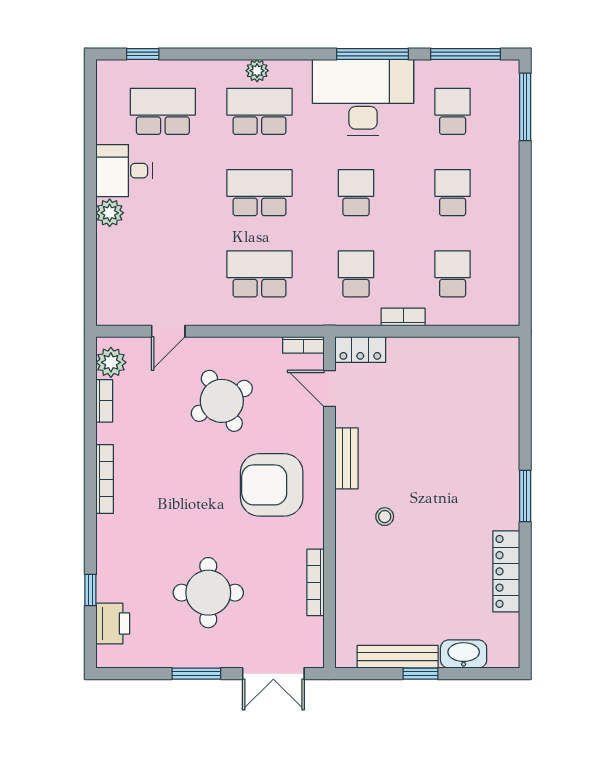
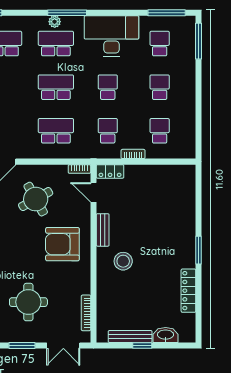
window: (372, 54) -> (67, 13), moved
stool: (385, 517) -> (123, 261), width x1.89, depth x1.89
bookcase: (315, 582) -> (86, 313), moved

